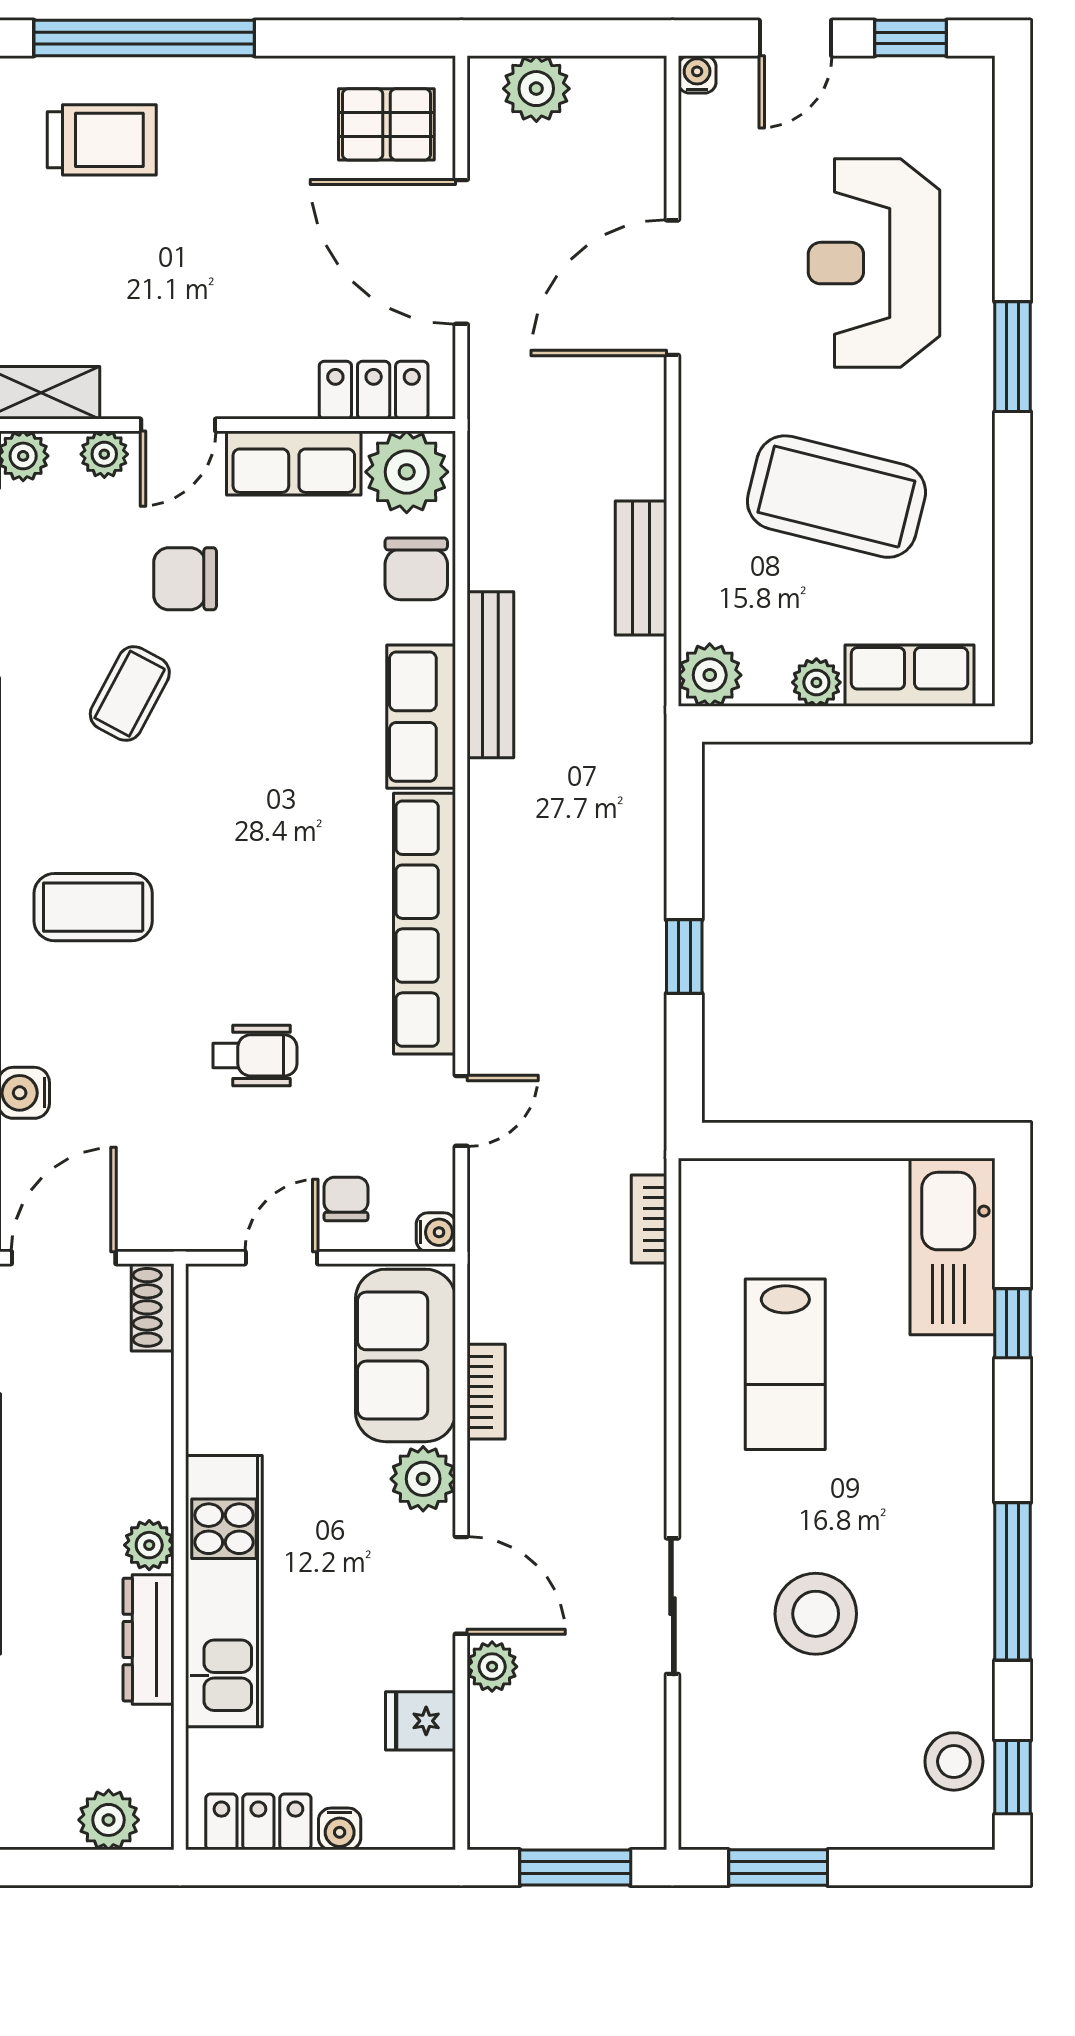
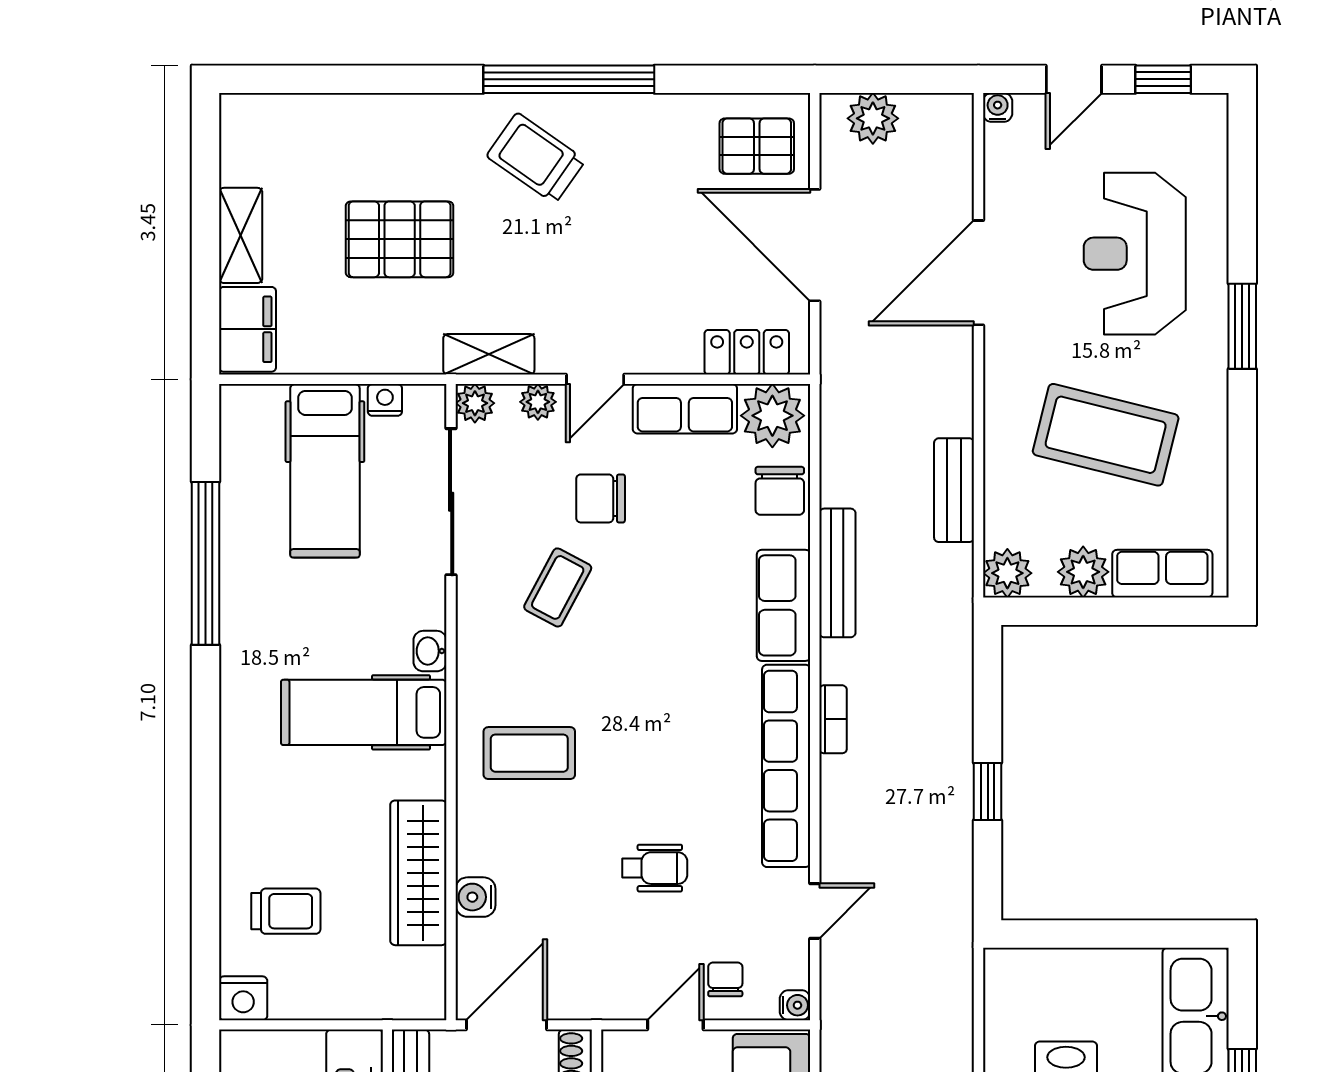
trolley: (102, 140) -> (536, 158), turned -145
plant: (816, 682) -> (1083, 572), width x1.38, depth x1.38
bookcase: (649, 1219) -> (833, 719), moved, turned 180

